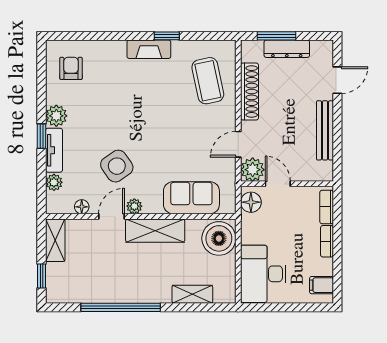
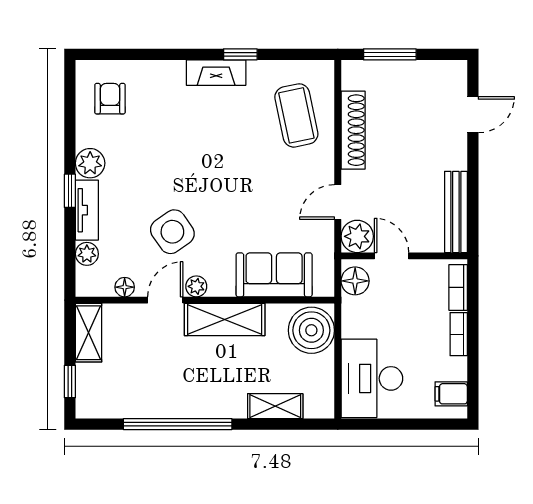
dresser: (287, 49) -> (404, 72), removed
bench: (325, 130) -> (456, 212), moved

